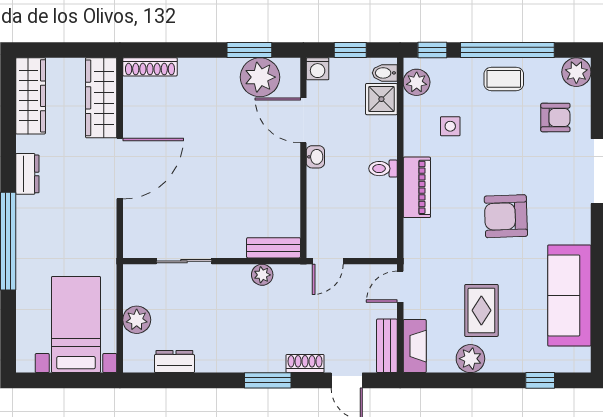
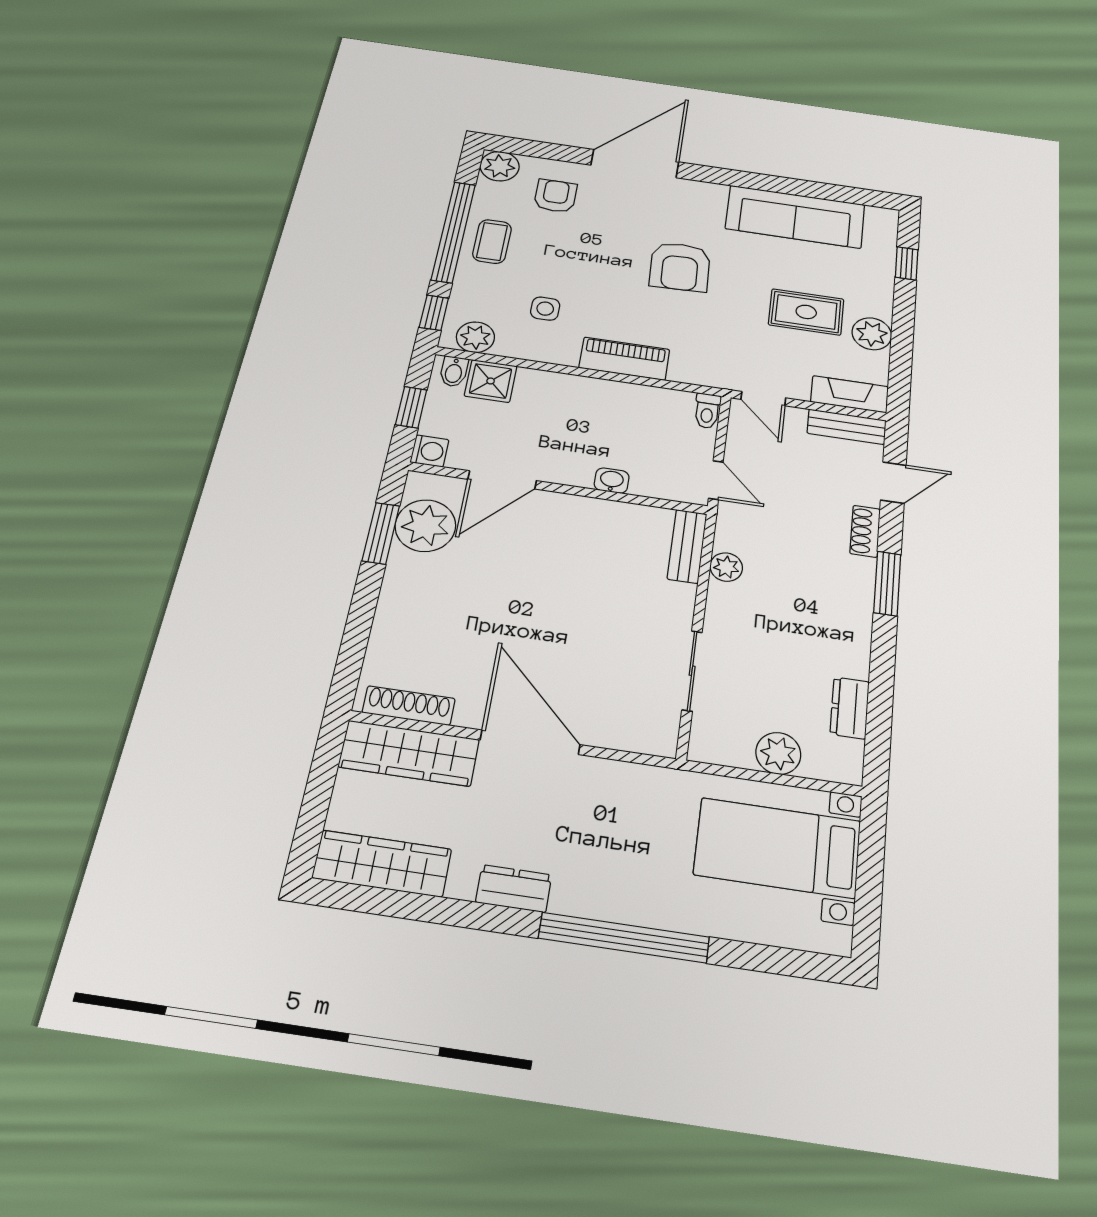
shoe rack: (150, 67) -> (409, 706), moved, turned -90
washbasin: (315, 157) -> (612, 481), moved
toilet: (383, 169) -> (707, 411), moved

